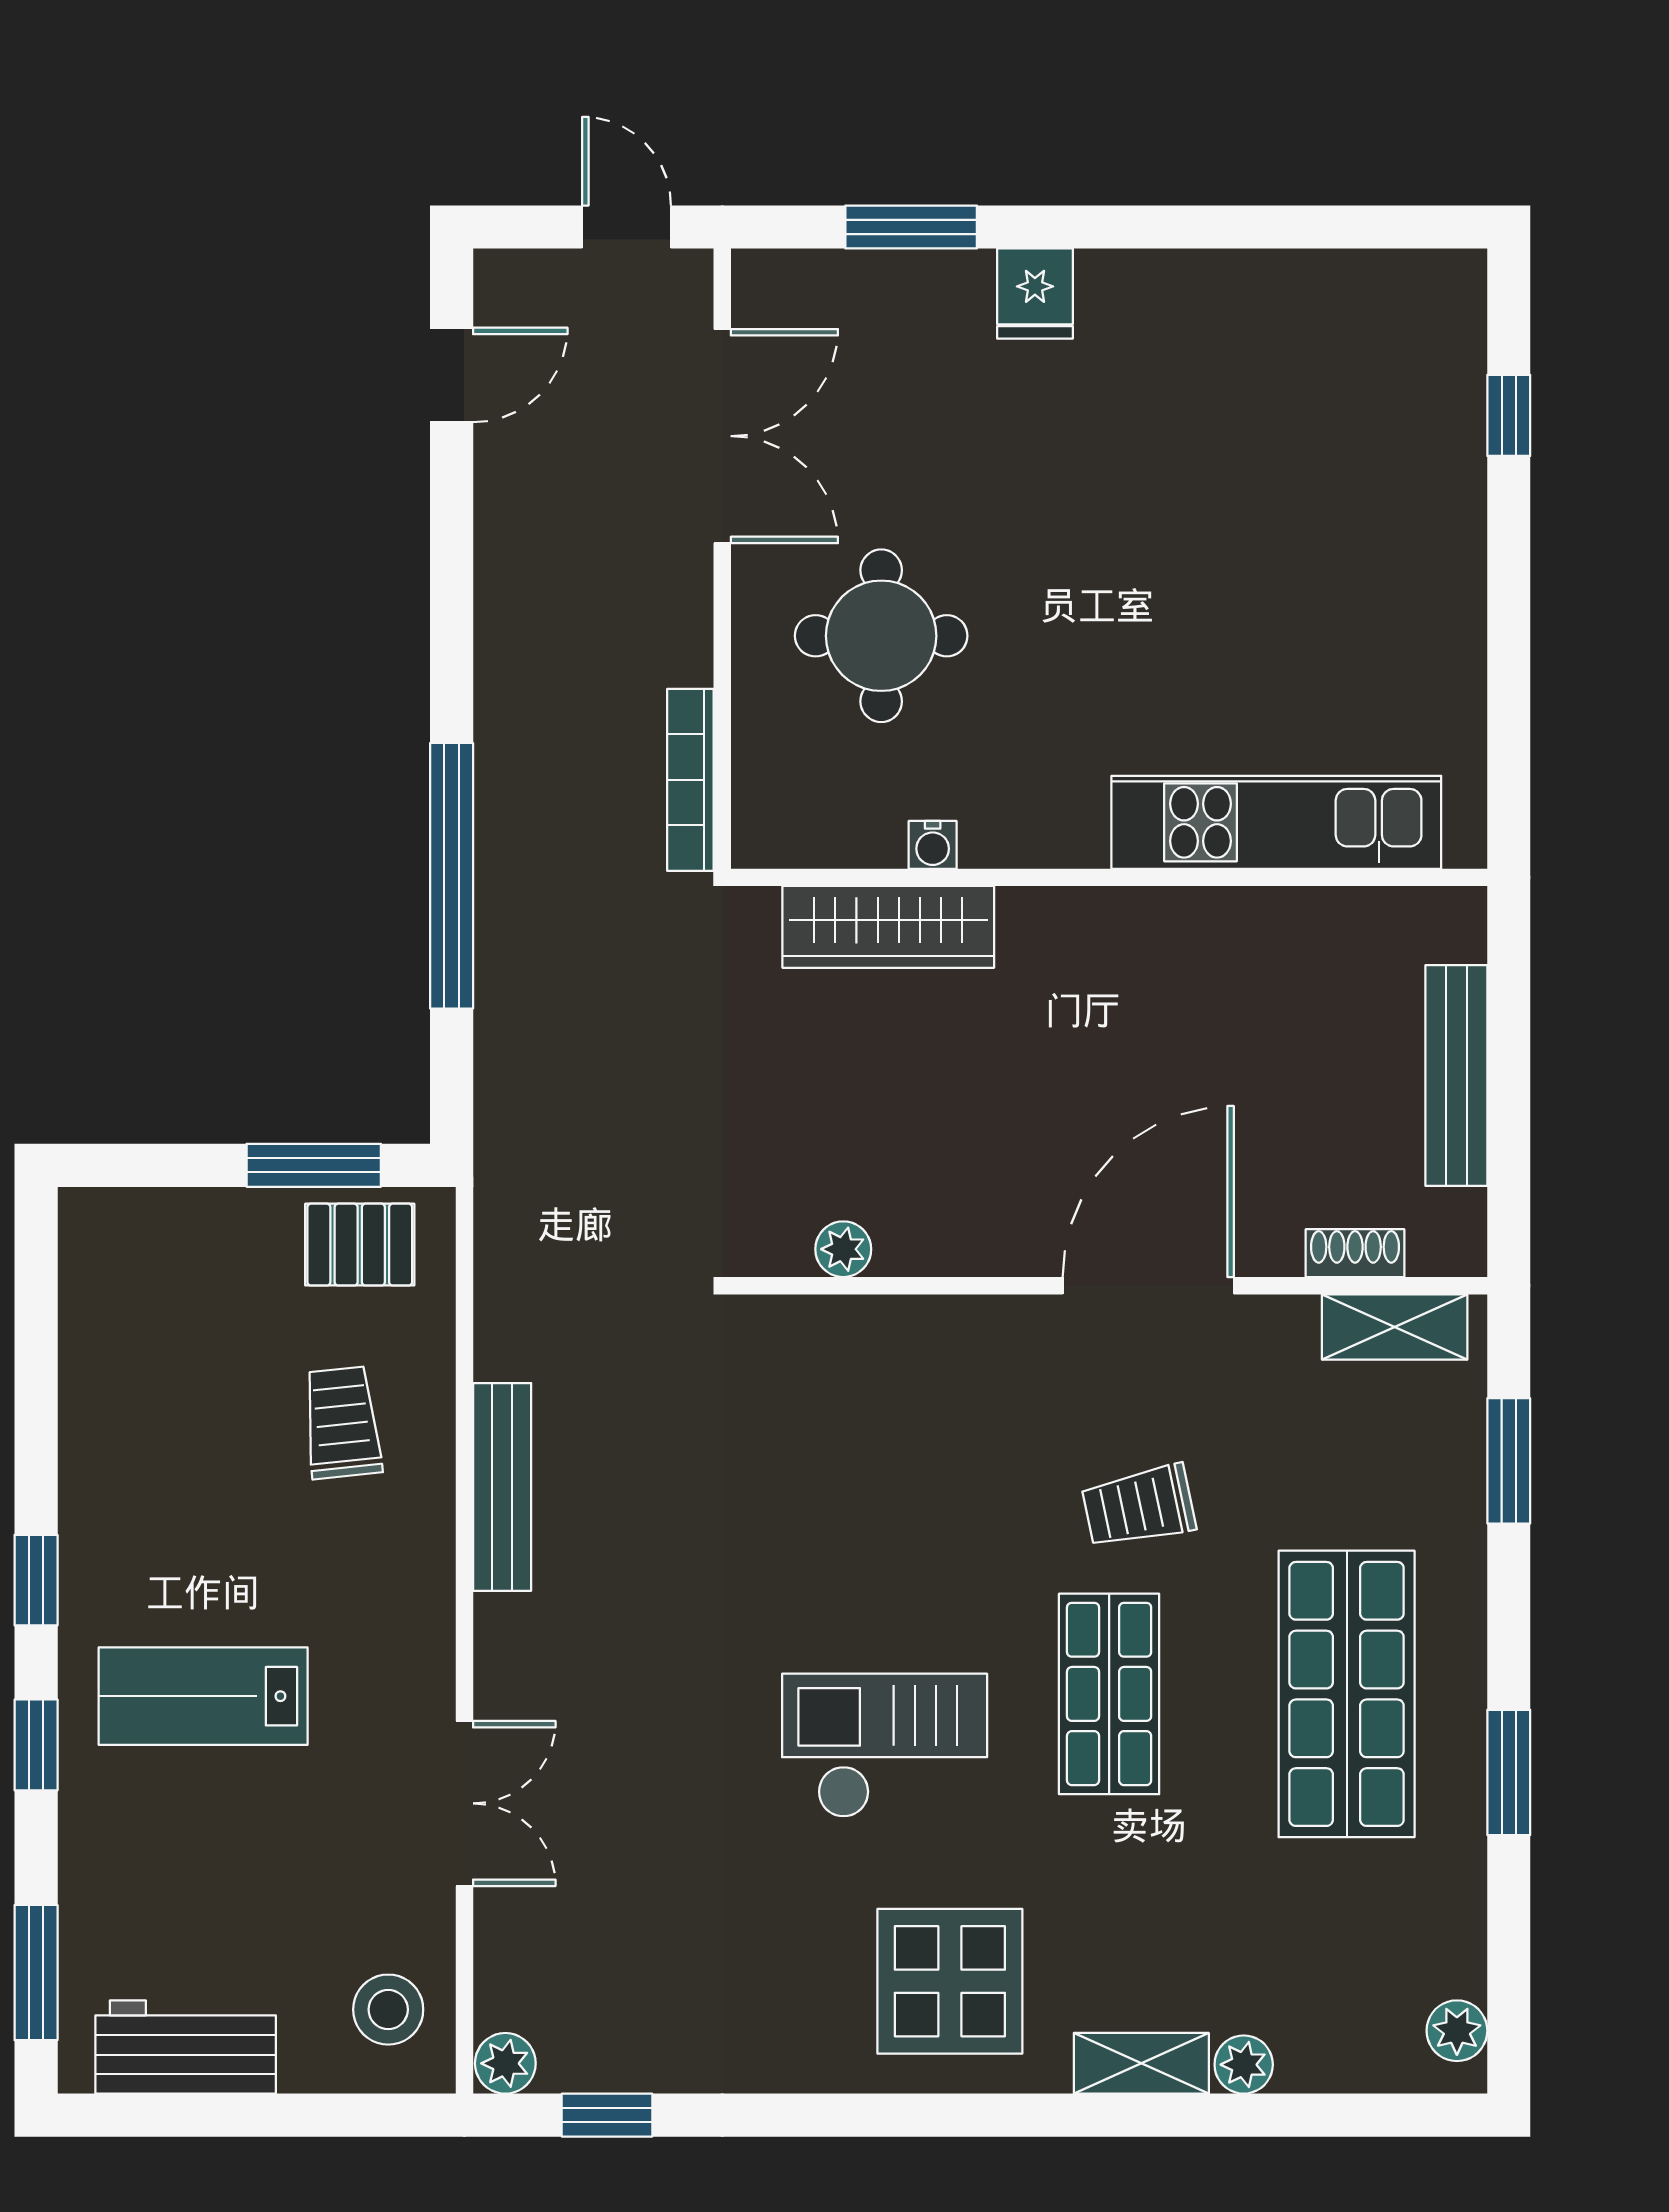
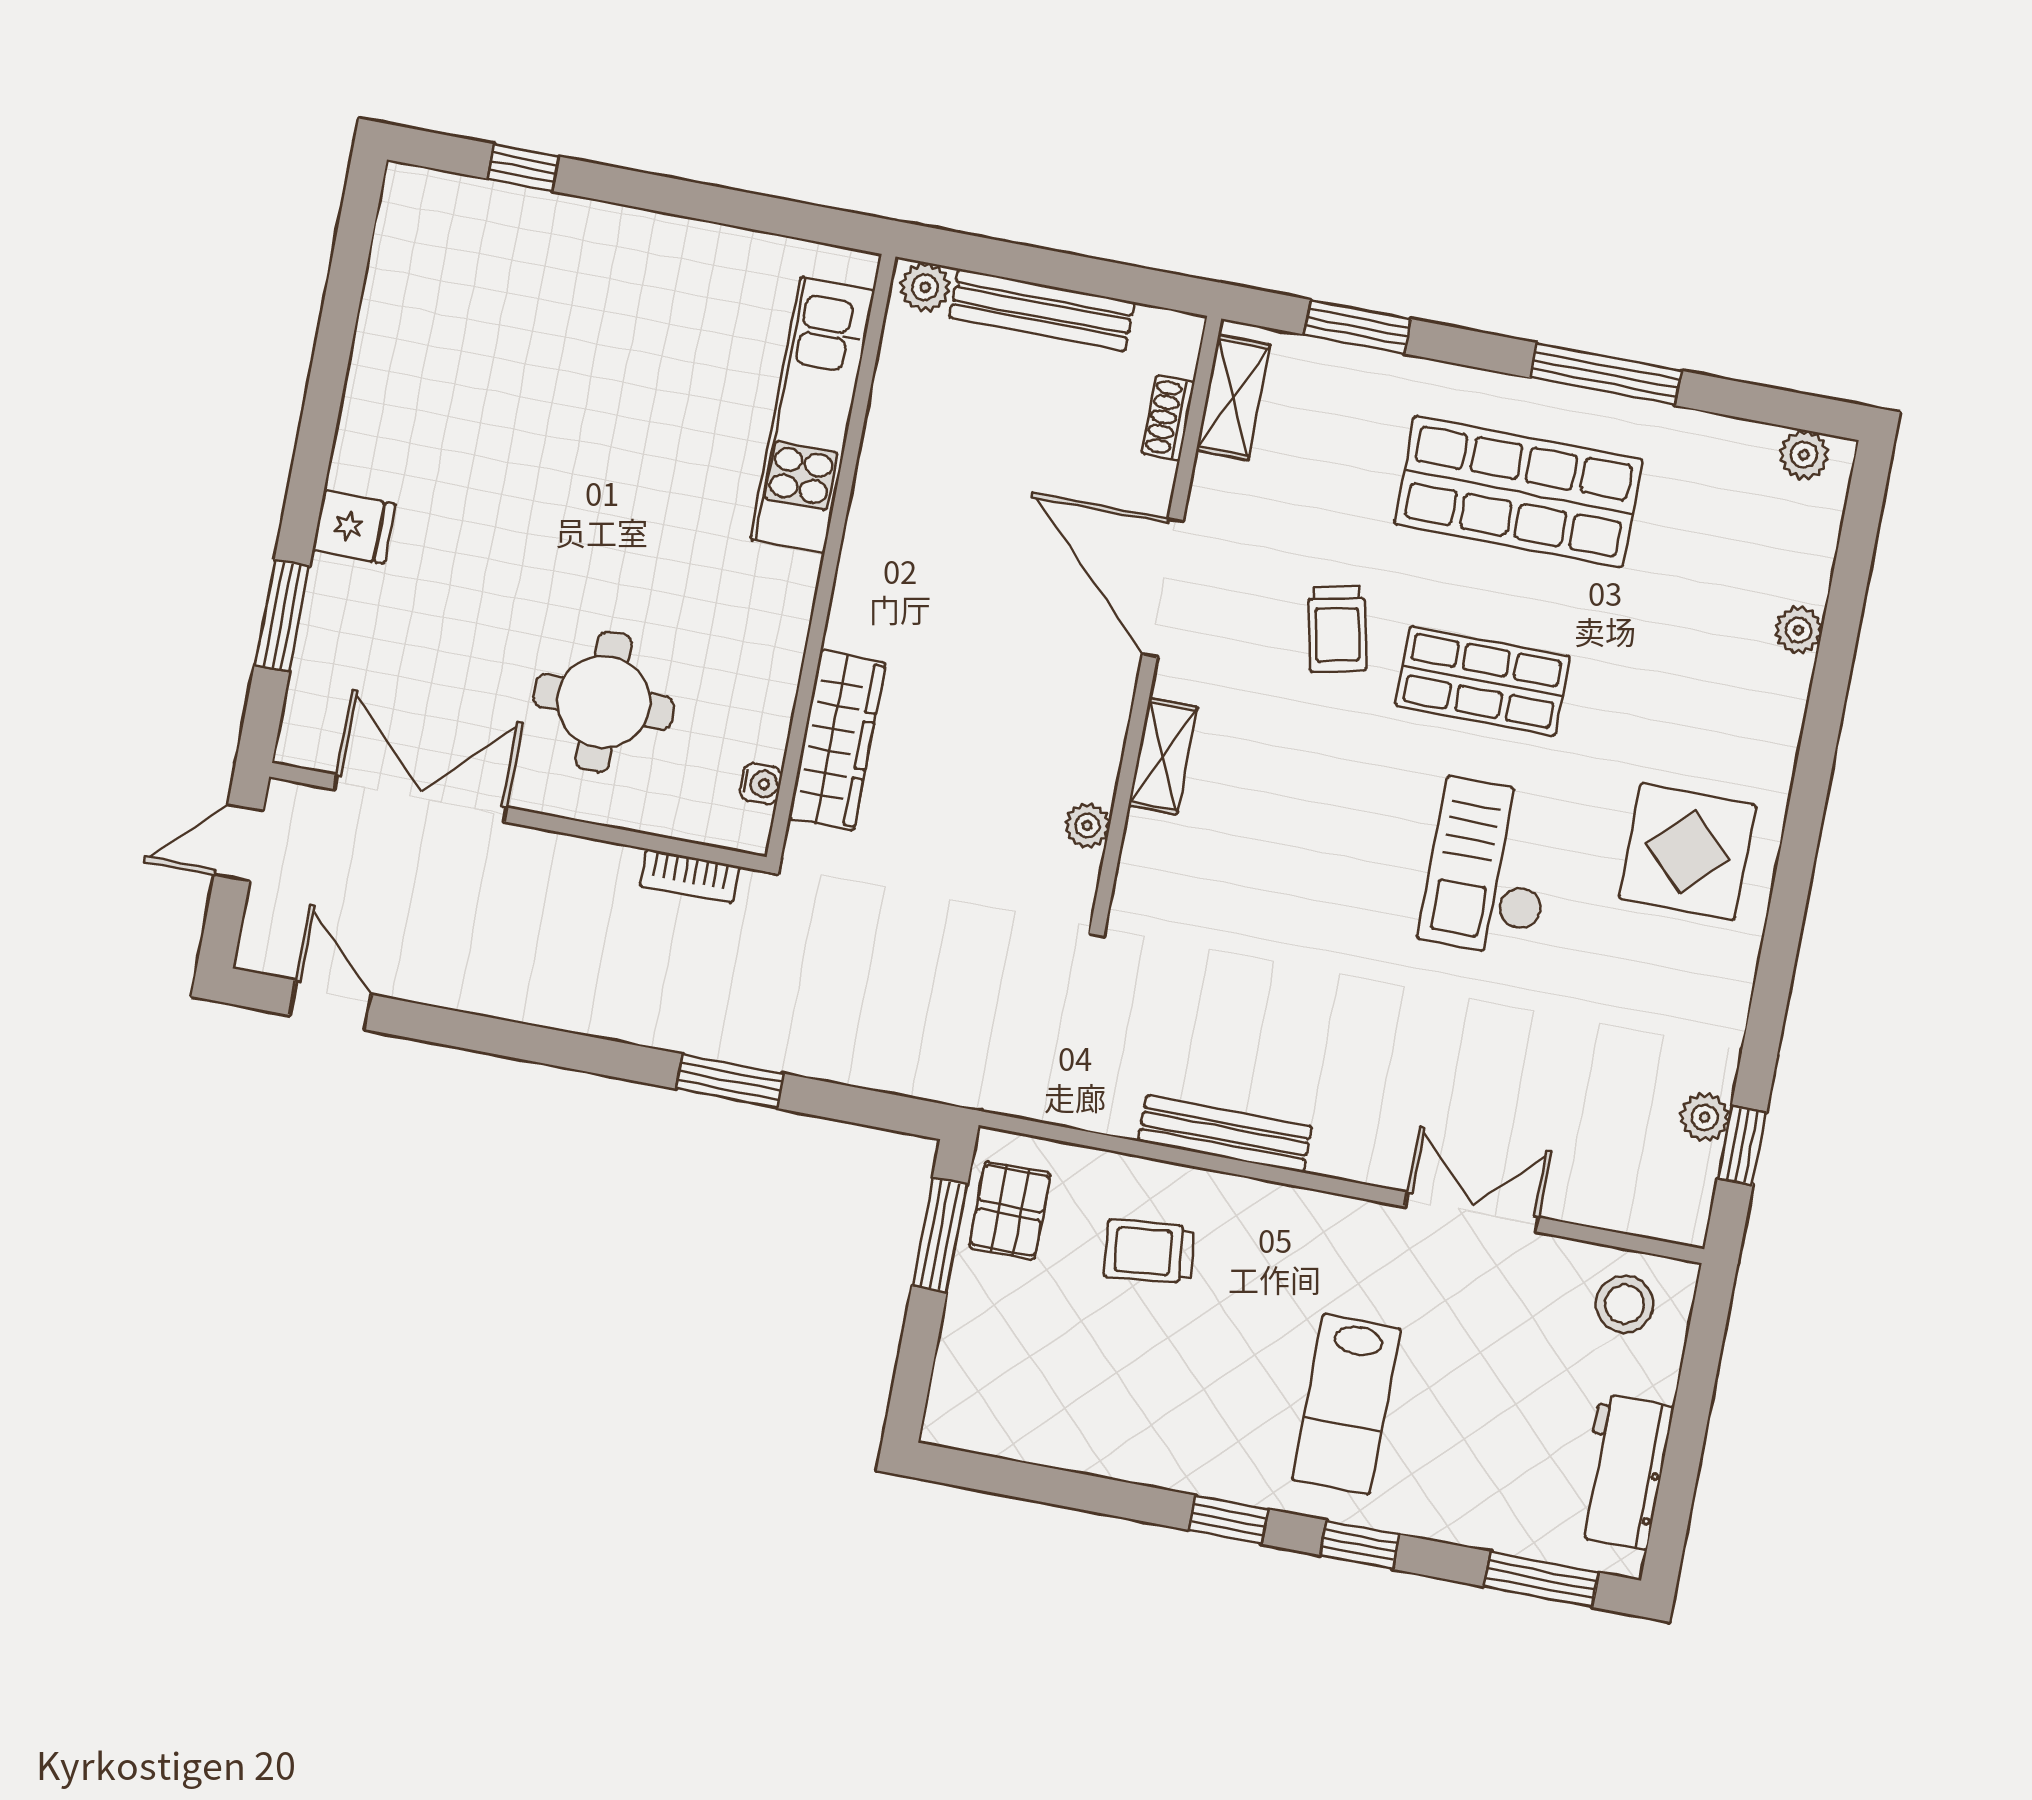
bookcase: (690, 780) -> (690, 876), width x0.64
water cooler: (933, 845) -> (761, 784), moved
window: (452, 876) -> (730, 1081), width x0.47
plant: (1457, 929) -> (925, 287), added
window: (1509, 1772) -> (1606, 374), width x1.44
plant: (505, 2063) -> (1705, 1117), moved
shelving: (1141, 2063) -> (1163, 756), moved

